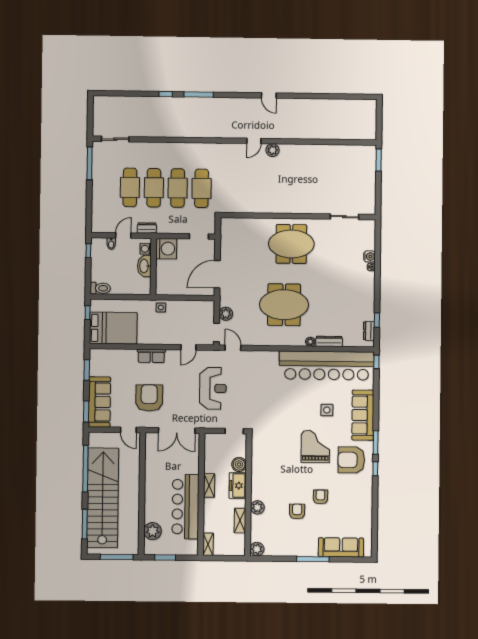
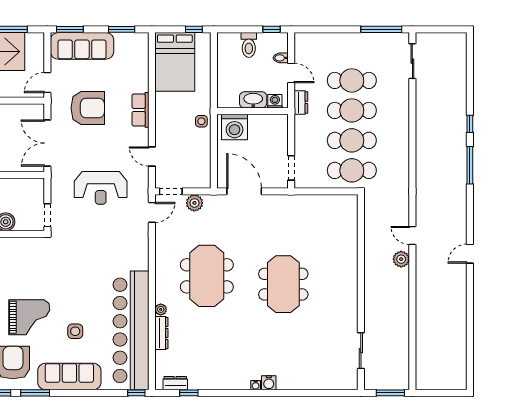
wall: (298, 216) -> (361, 292), moved
sliding door: (344, 217) -> (361, 351), moved
washing machine: (166, 249) -> (235, 127), moved
toilet: (100, 288) -> (249, 45), moved

